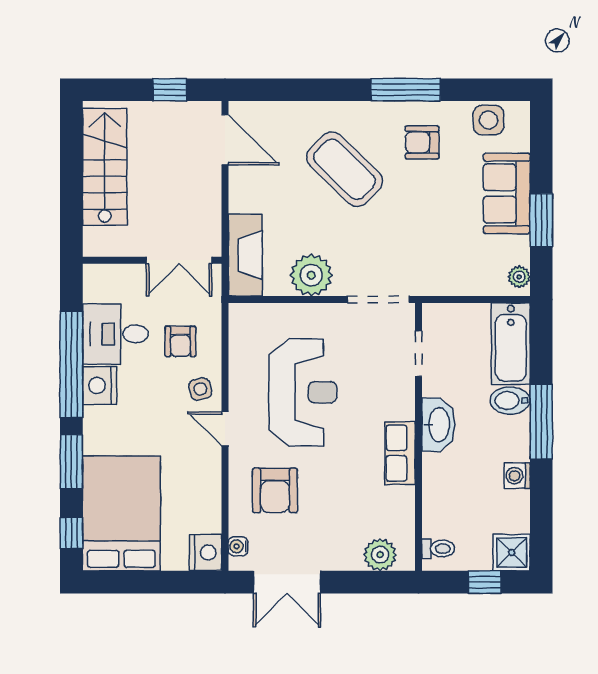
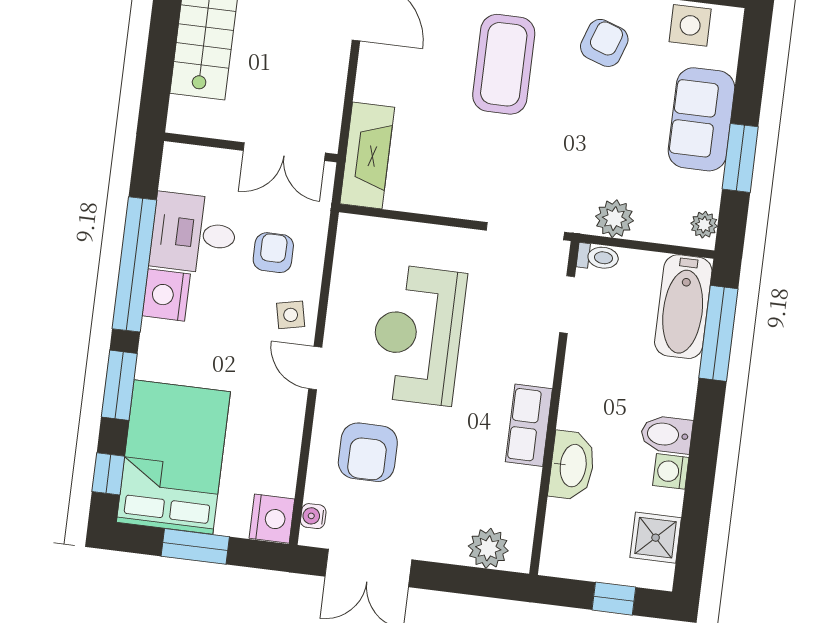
armchair: (422, 142) -> (604, 43), turned 109
coffee table: (345, 169) -> (504, 64), turned 46
plant: (311, 275) -> (614, 219), moved, width x0.73, depth x0.73
armchair: (180, 341) -> (273, 253), turned 180
reception desk: (303, 392) -> (418, 335), turned 180
bidet: (510, 401) -> (666, 434), moved
window: (541, 422) -> (718, 333), moved
washbasin: (438, 425) -> (572, 465), moved
toilet: (438, 549) -> (598, 257), moved
shower: (512, 552) -> (656, 538), moved
window: (147, 582) -> (195, 546), added

